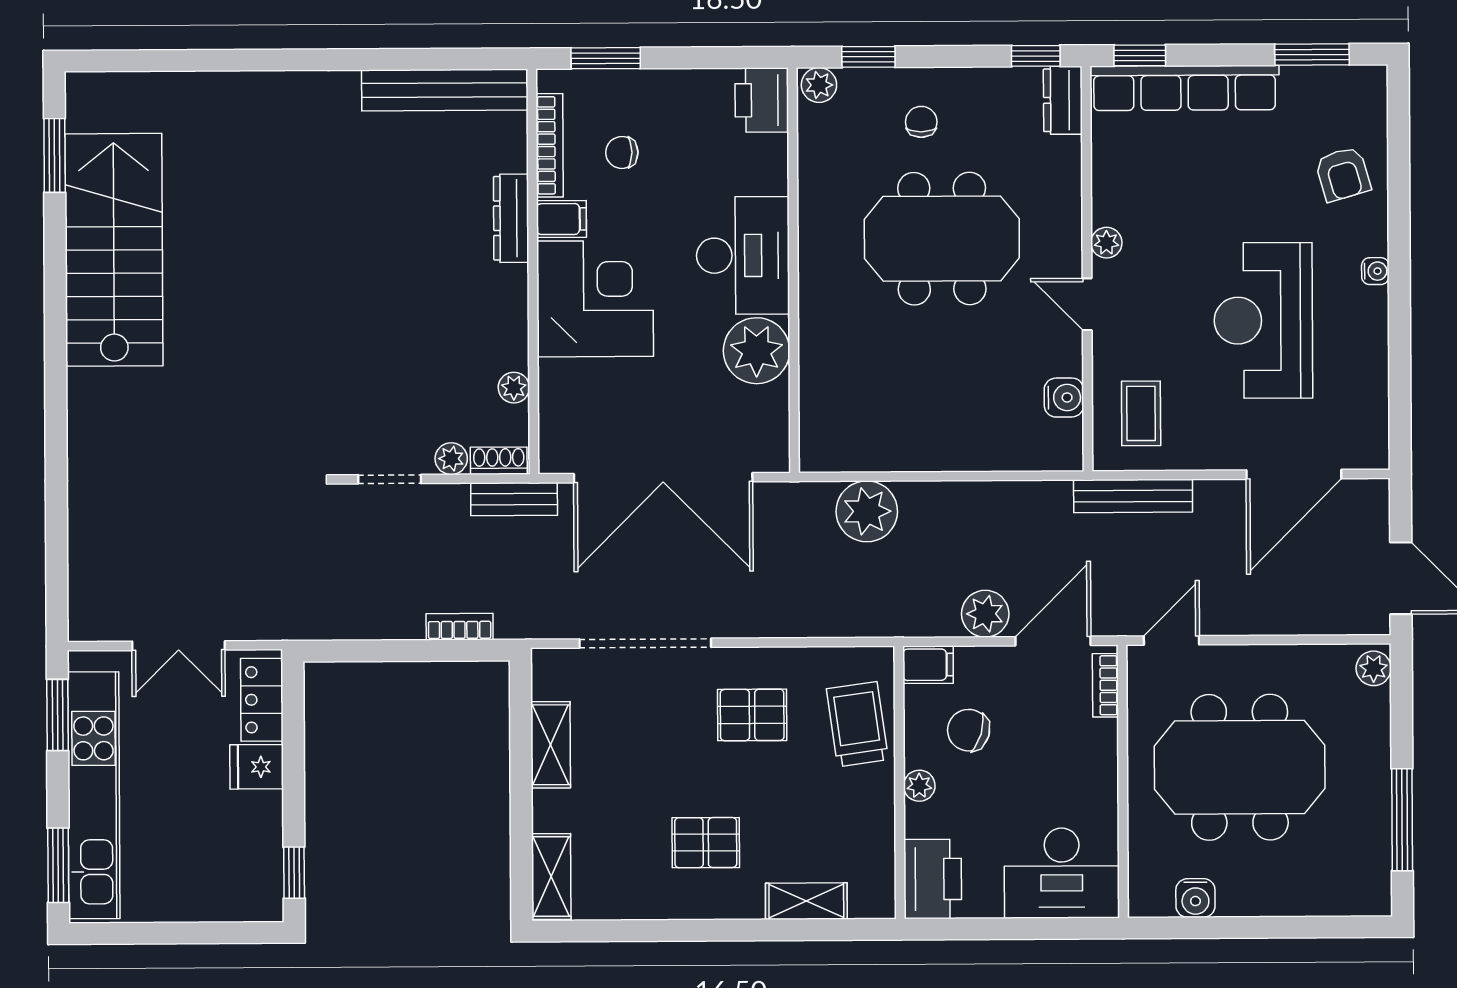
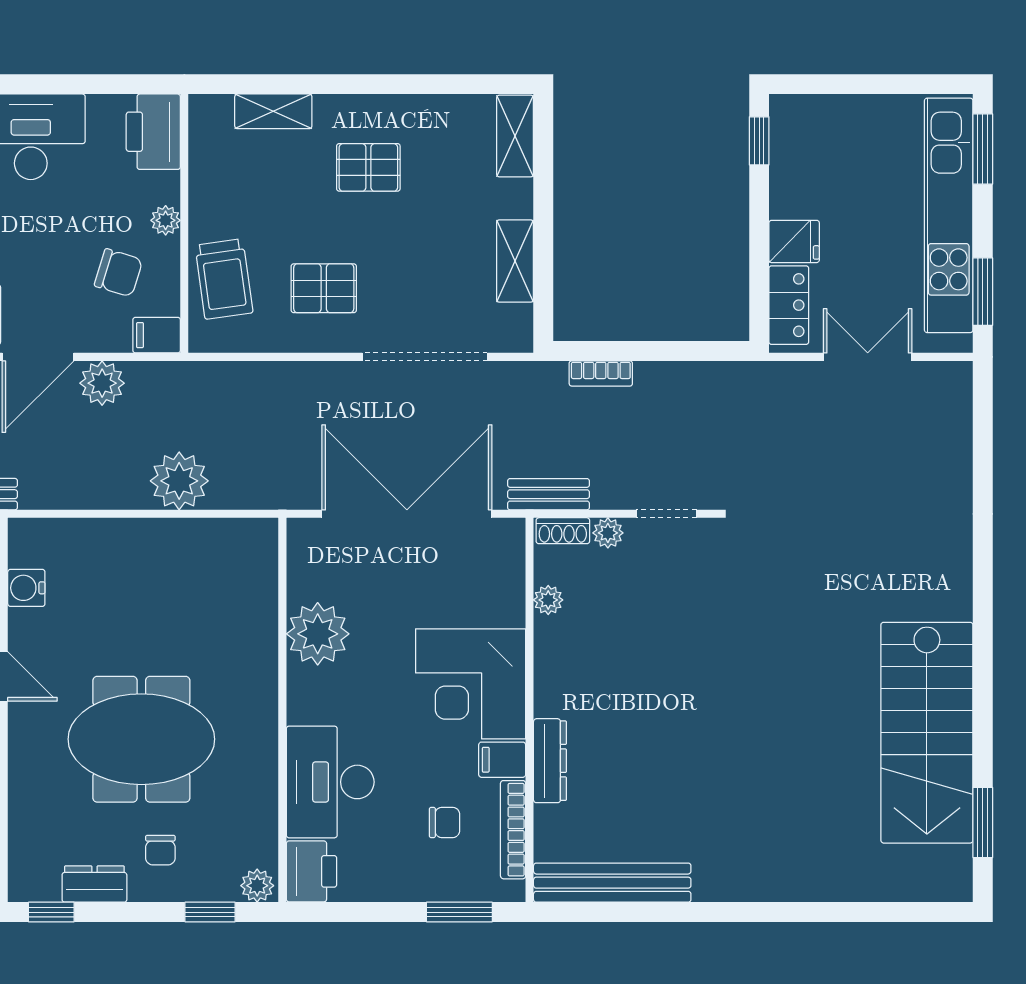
dresser: (1063, 100) -> (94, 884), moved, turned -90
desk: (743, 256) -> (330, 782), moved
plant: (867, 511) -> (179, 481), moved

